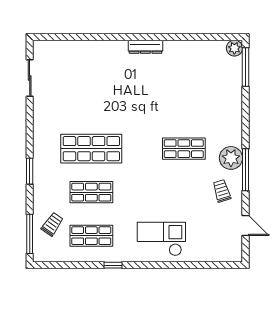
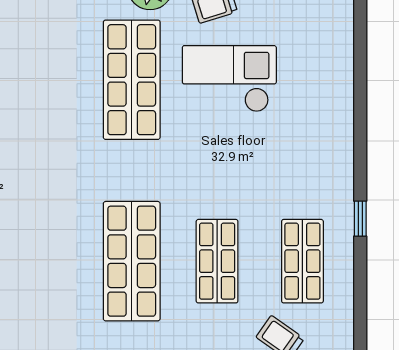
shop shelf: (184, 149) -> (132, 80), width x1.43, depth x1.36
checkout: (161, 239) -> (229, 79), moved, turned 90

